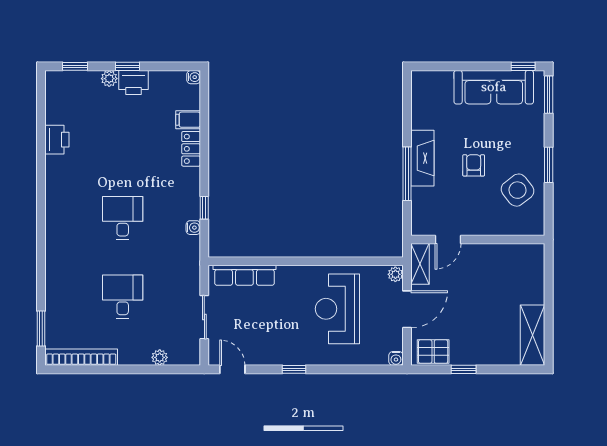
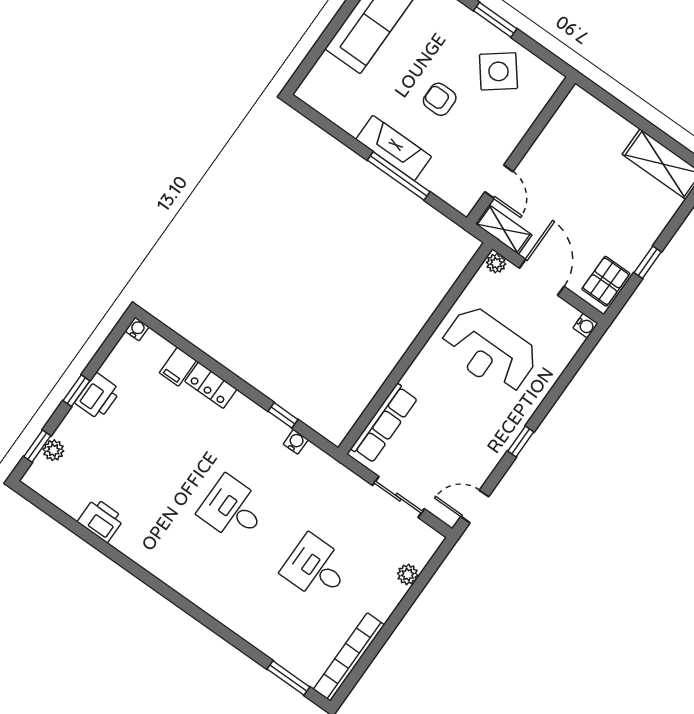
plant: (109, 79) -> (53, 450), moved

